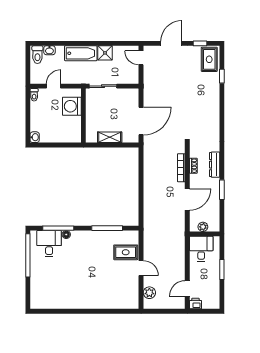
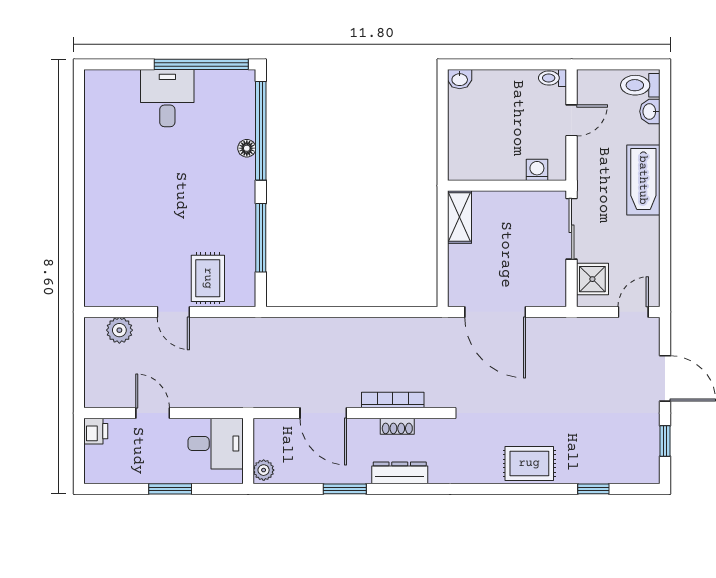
shower: (105, 53) -> (592, 279), moved
rug: (209, 59) -> (529, 463), moved
door: (54, 86) -> (572, 120), hinge flipped
washing machine: (72, 106) -> (537, 170), width x0.53, depth x0.53
shelving: (110, 137) -> (460, 217), moved
plant: (203, 227) -> (264, 470), moved
window: (58, 228) -> (261, 131), width x1.46
desk: (49, 244) -> (167, 98), moved, turned -90
door: (141, 268) -> (173, 312), hinge flipped
door: (187, 289) -> (153, 413), moved

